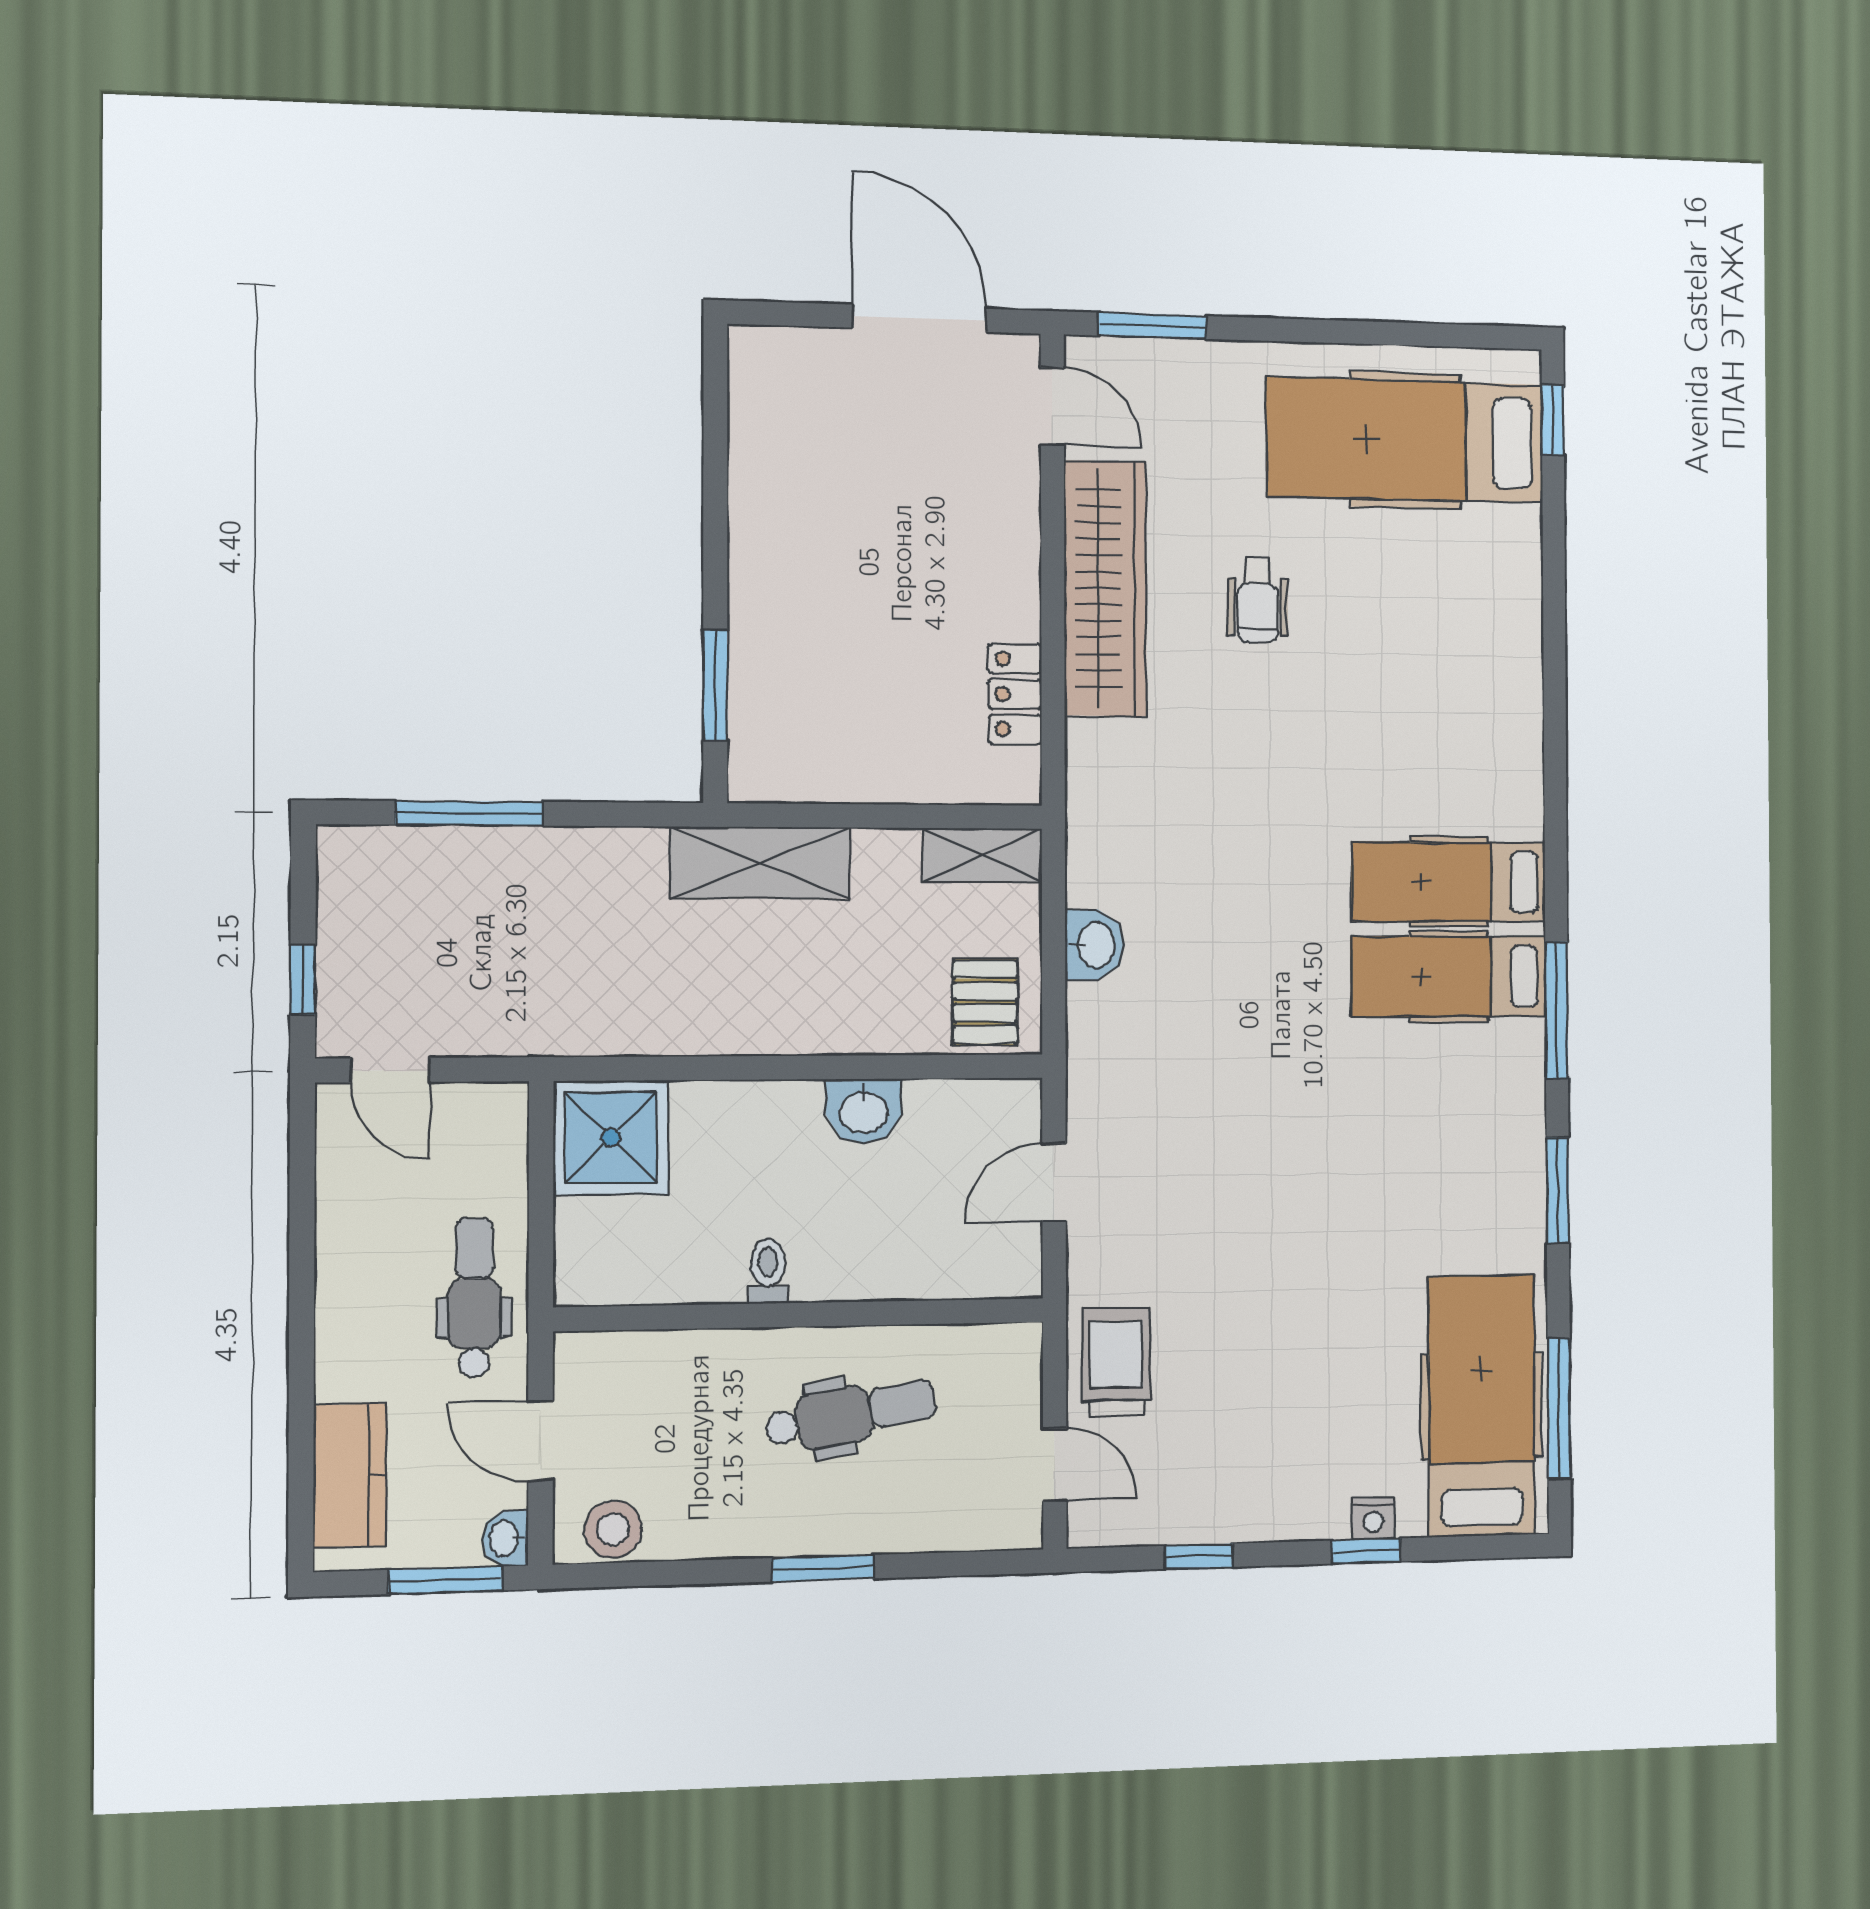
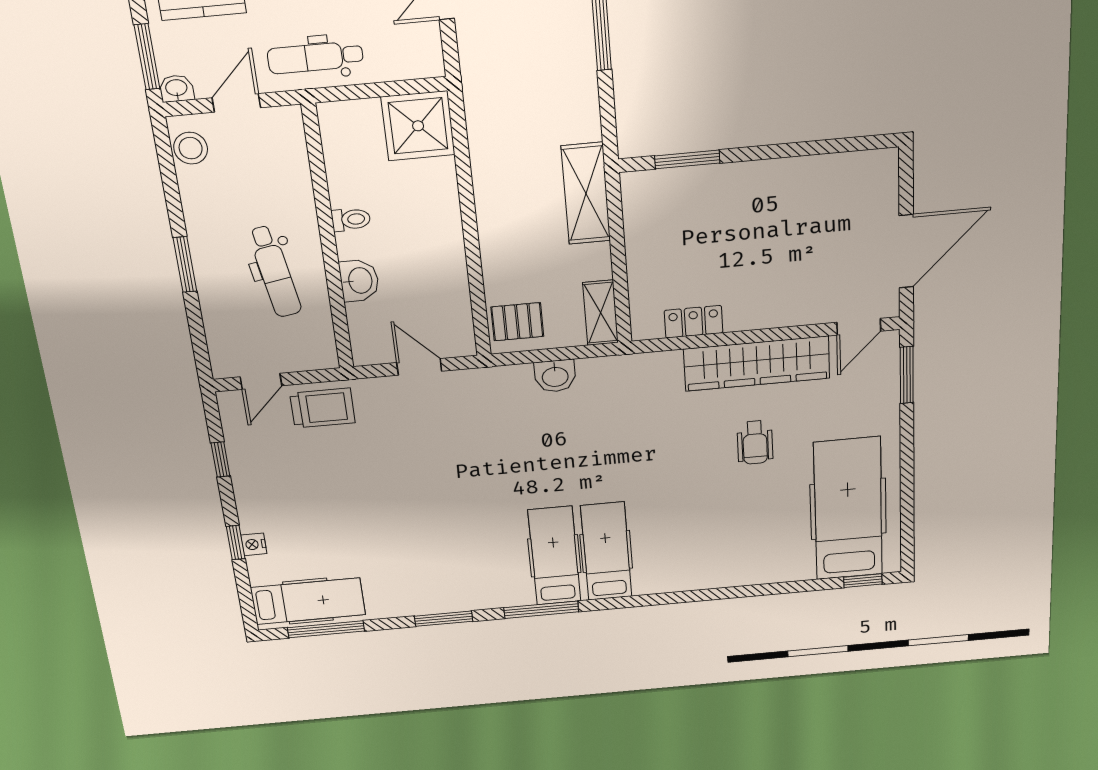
wheelchair: (1258, 600) -> (755, 443), turned -90
washbasin: (864, 1111) -> (359, 281), moved, turned 180
dental chair: (474, 1298) -> (315, 57), turned 180
hospital bed: (1482, 1406) -> (308, 601), width x0.73, depth x0.78

